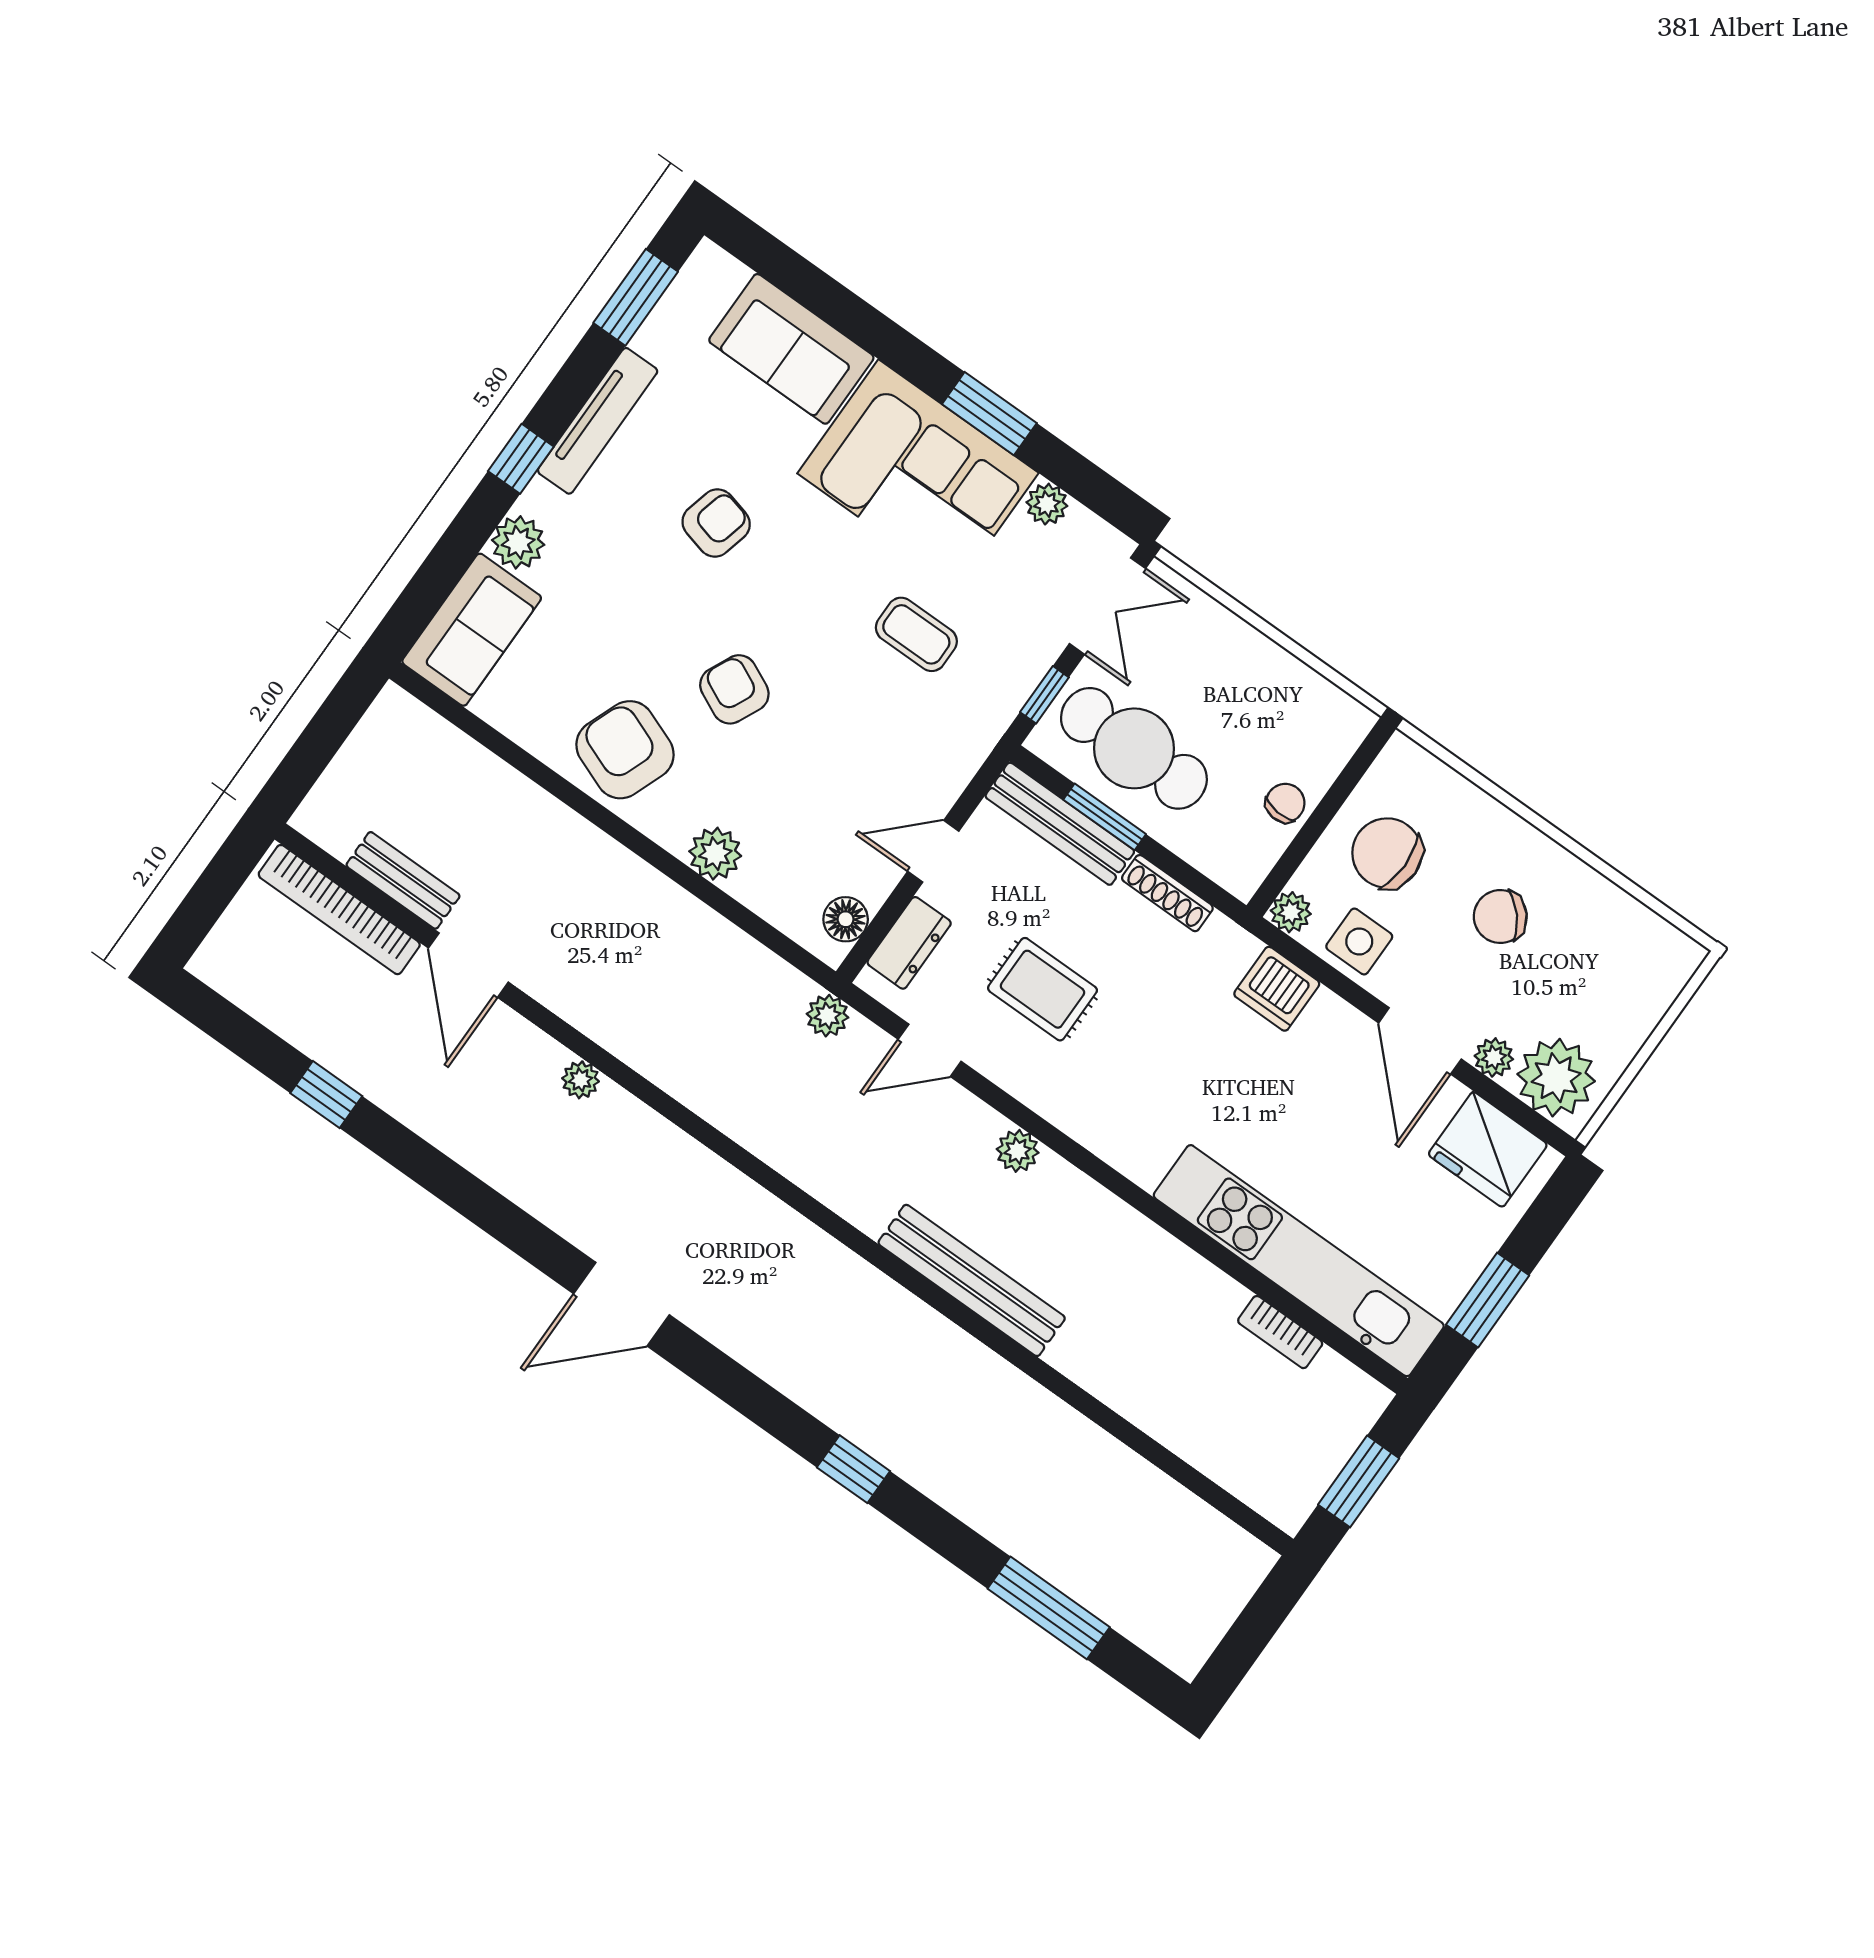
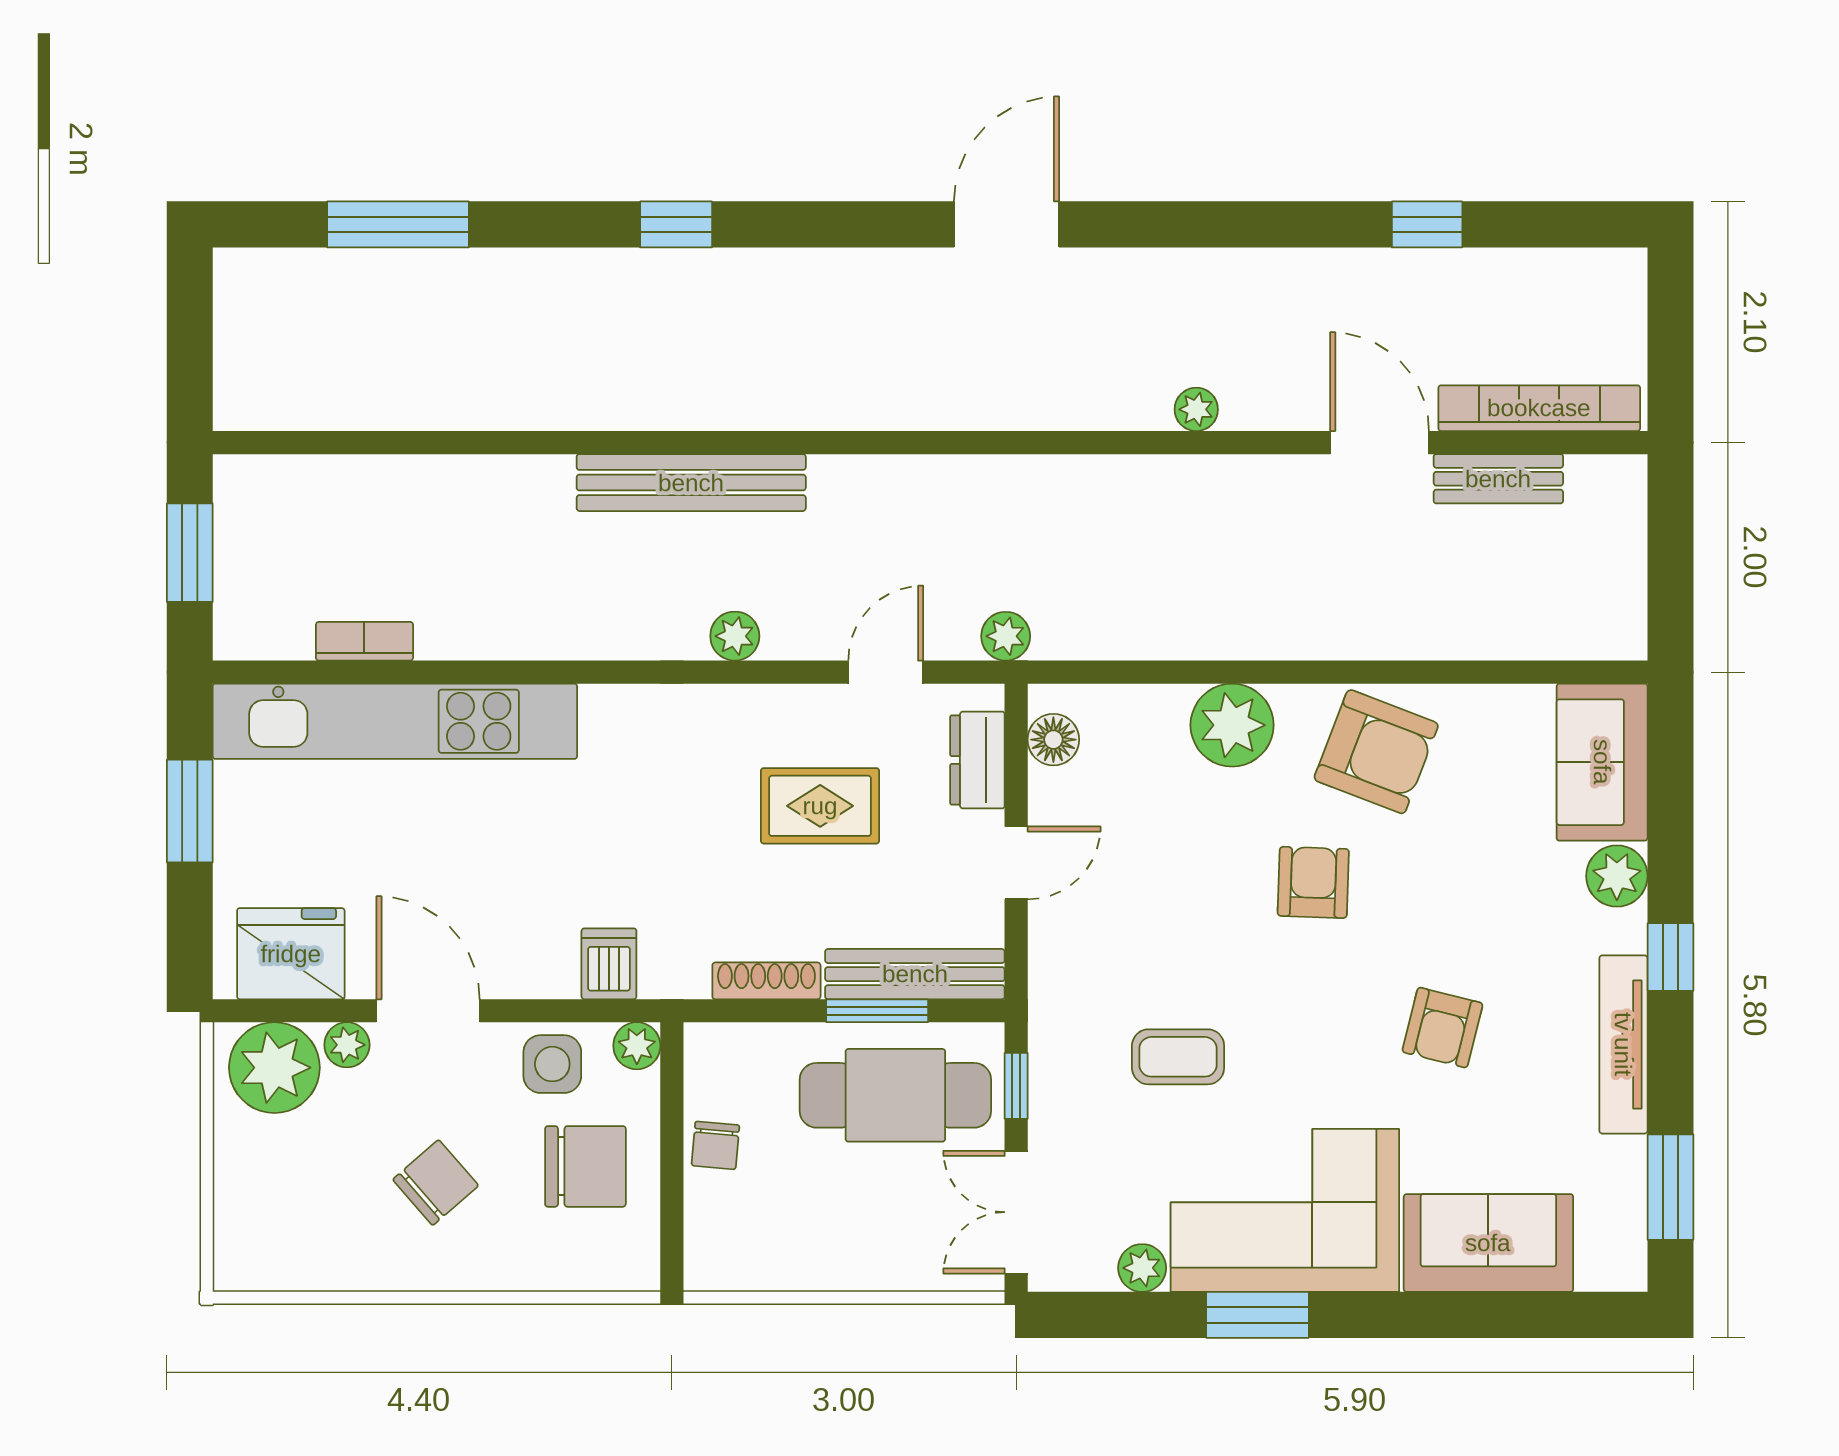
armchair: (734, 689) -> (1313, 882), turned -113
plant: (715, 854) -> (1232, 725), width x1.36, depth x1.36
dishwasher: (1277, 989) -> (609, 964), width x0.73

